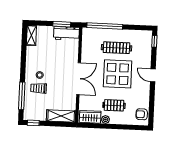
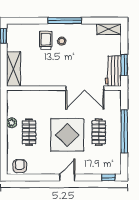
window: (105, 26) -> (124, 131), moved
clothes rail: (116, 48) -> (99, 132), width x0.73
double door: (79, 79) -> (85, 88), moved
window: (22, 96) -> (65, 21), moved
wardrobe: (90, 117) -> (14, 104), removed

